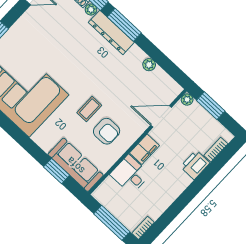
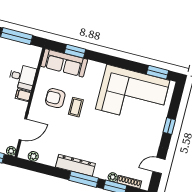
dresser: (111, 32) -> (75, 165), moved
plant: (149, 65) -> (33, 156), moved
filing cabinet: (145, 149) -> (23, 95), width x0.50

